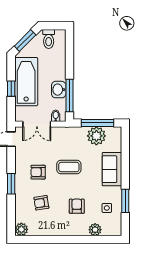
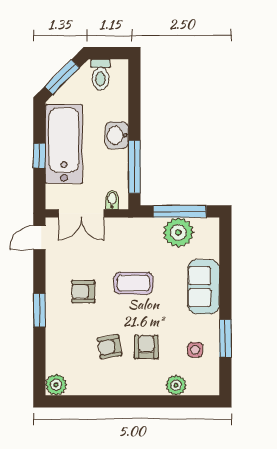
washbasin: (59, 90) -> (117, 135), moved
armchair: (41, 203) -> (110, 347), moved

